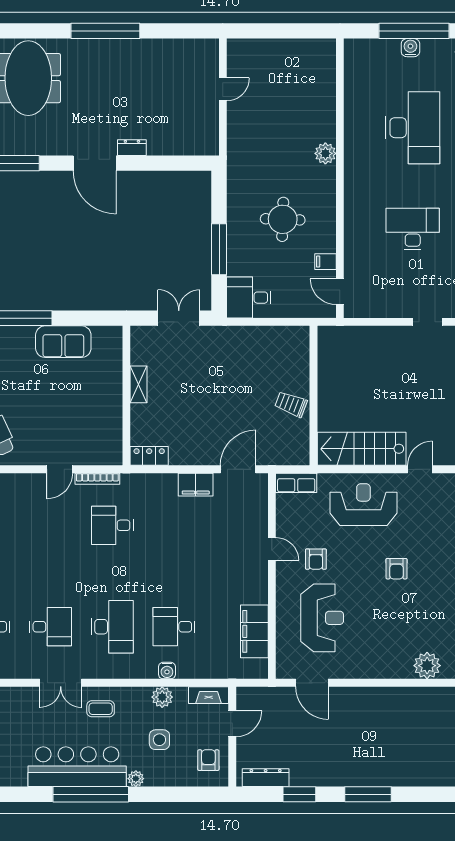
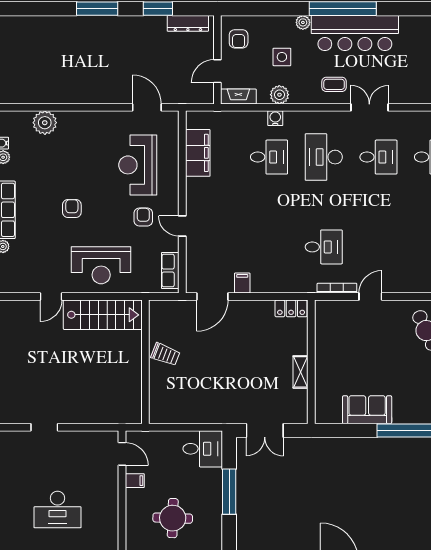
row of seats: (296, 483) -> (170, 271), moved, turned -90
filing cabinet: (196, 485) -> (242, 283), width x0.50
desk: (51, 627) -> (378, 157), turned 180

